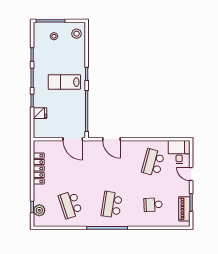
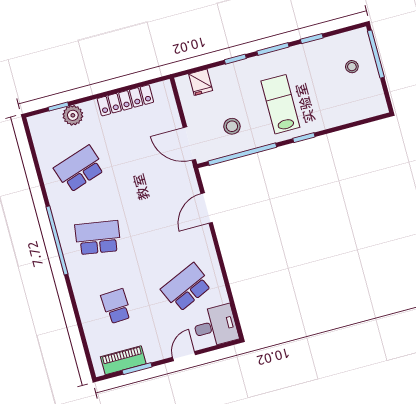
stool: (77, 34) -> (232, 126), moved
fridge: (40, 113) -> (201, 82), moved
door: (73, 139) -> (189, 144), hinge flipped
school desk: (153, 162) -> (186, 287), turned -39
plant: (39, 210) -> (73, 115), moved

